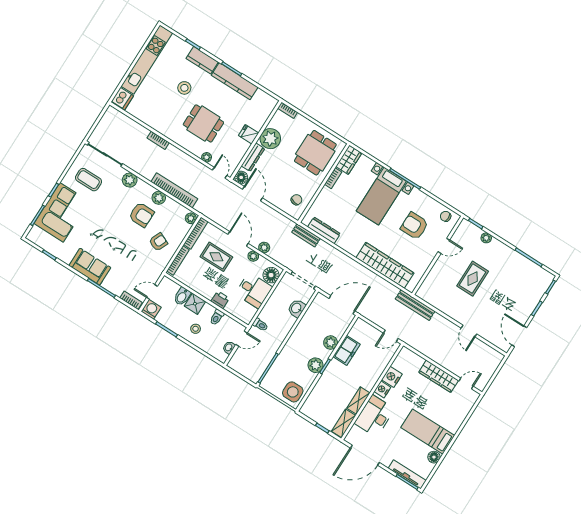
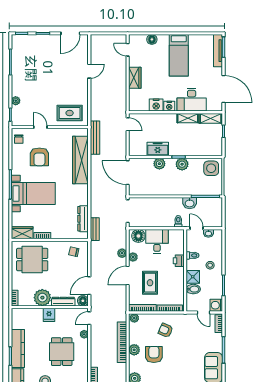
rug: (473, 279) -> (70, 113), moved
bench: (415, 305) -> (95, 138), moved
washbasin: (297, 308) -> (190, 203), moved
wardrobe: (439, 376) -> (135, 78), width x0.67
floor lamp: (434, 457) -> (152, 39), moved

